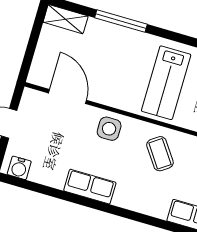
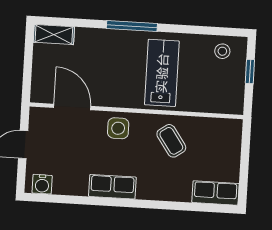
window: (121, 21) -> (132, 26), moved
lab bench: (166, 83) -> (162, 73), turned 180

